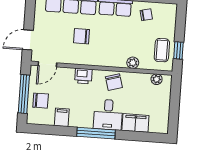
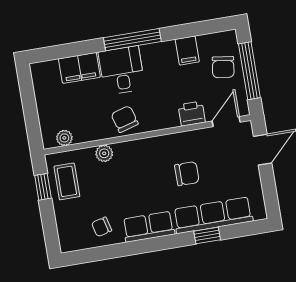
printer: (83, 76) -> (192, 114), moved
chair: (41, 101) -> (223, 67), turned -82

